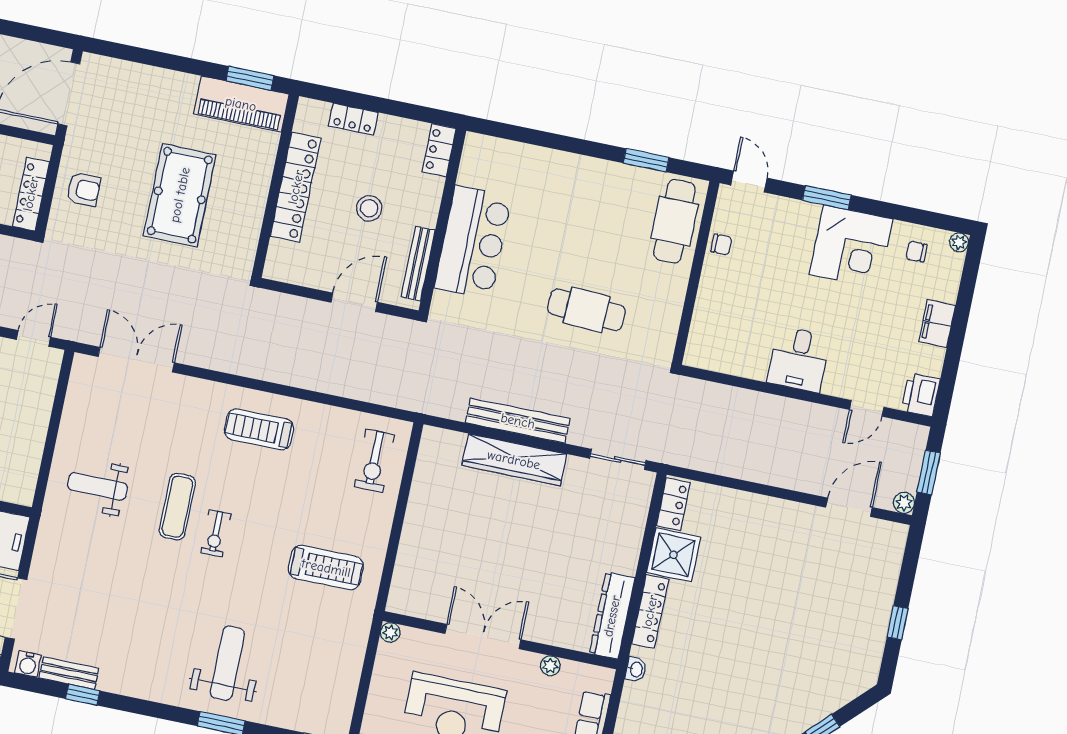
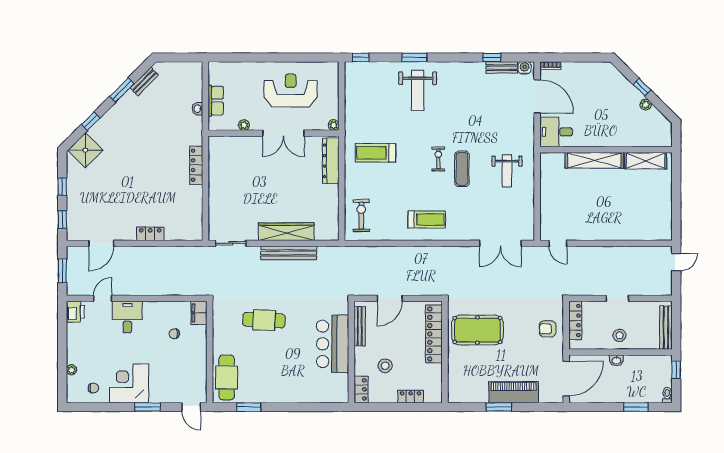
window: (250, 78) -> (499, 407), moved
piano: (241, 104) -> (514, 392), moved
locker: (296, 187) -> (434, 334), moved
pool table: (180, 195) -> (477, 330), moved, turned 90
stool: (369, 208) -> (385, 366), moved
plant: (959, 242) -> (72, 370), moved
chair: (721, 244) -> (174, 334), moved
filing cabinet: (937, 323) -> (199, 313), moved, turned 180
door: (33, 338) -> (558, 243), hinge flipped
desk: (799, 359) -> (127, 317), moved
weight bench: (97, 486) -> (507, 171), turned 90
plant: (904, 503) -> (72, 252), removed
locker: (673, 504) -> (150, 234), moved, turned 90
shower: (674, 555) -> (85, 150), moved, turned 45
window: (910, 564) -> (62, 219), added
dresser: (612, 616) -> (331, 161), moved, turned 180
washbasin: (636, 669) -> (198, 109), moved

